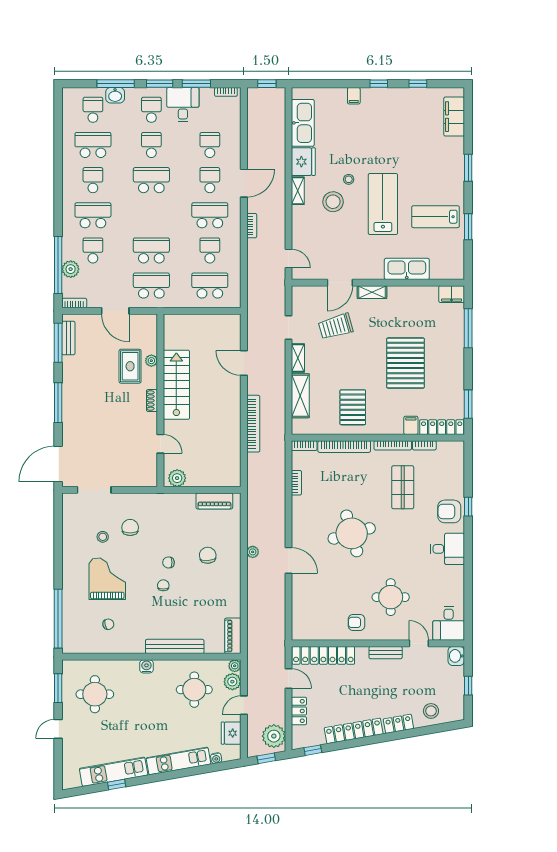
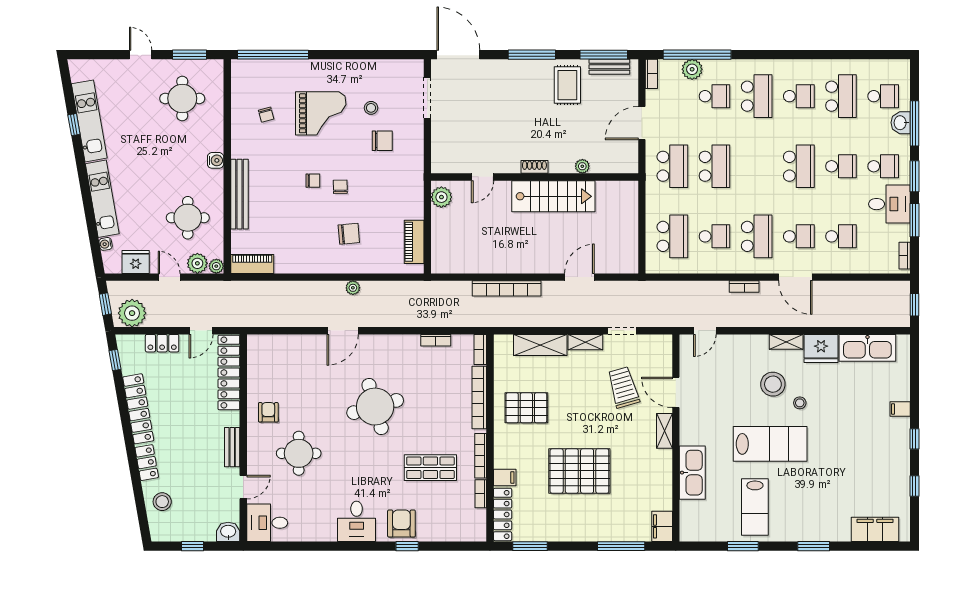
lab bench: (436, 217) -> (755, 507), turned 180
rug: (130, 366) -> (567, 85), moved, turned 90

